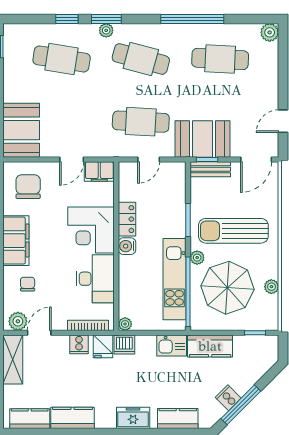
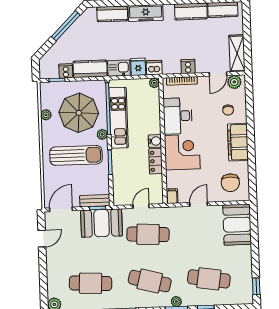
filing cabinet: (99, 171) -> (172, 196), width x0.50
fridge: (103, 346) -> (138, 67), moved
cooker: (228, 398) -> (66, 71), moved, turned -135
freezer: (133, 418) -> (146, 13), width x1.40

